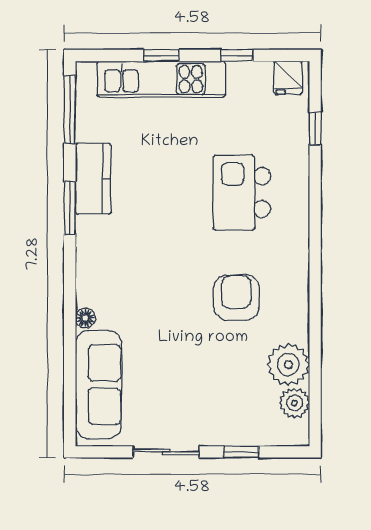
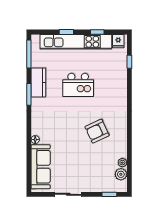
kitchen unit: (161, 79) -> (76, 42), width x1.36
kitchen island: (242, 193) -> (78, 85), moved, turned -90
armchair: (236, 297) -> (97, 131), turned -115
plant: (288, 365) -> (122, 163), width x0.53, depth x0.53
window: (241, 452) -> (109, 194), moved

